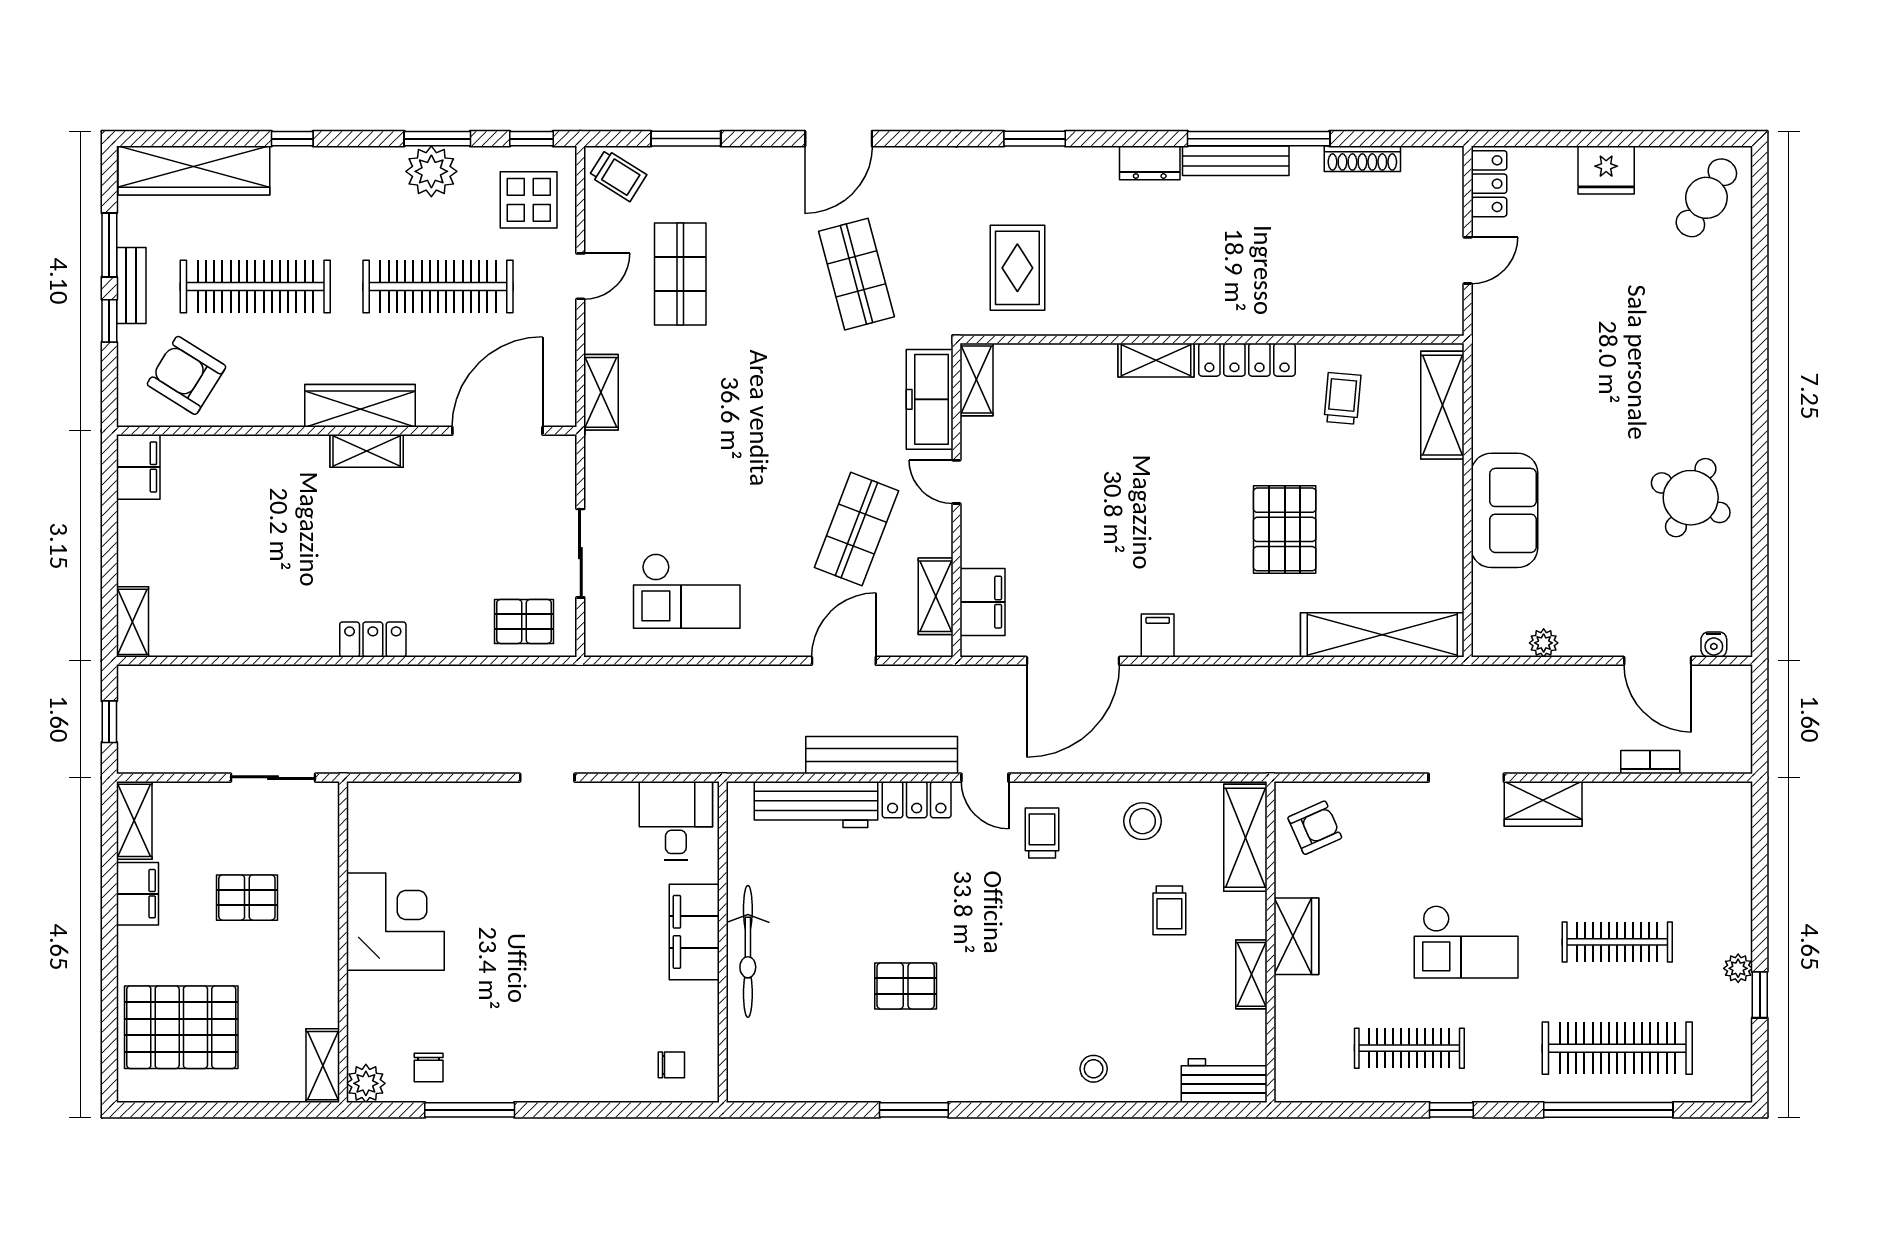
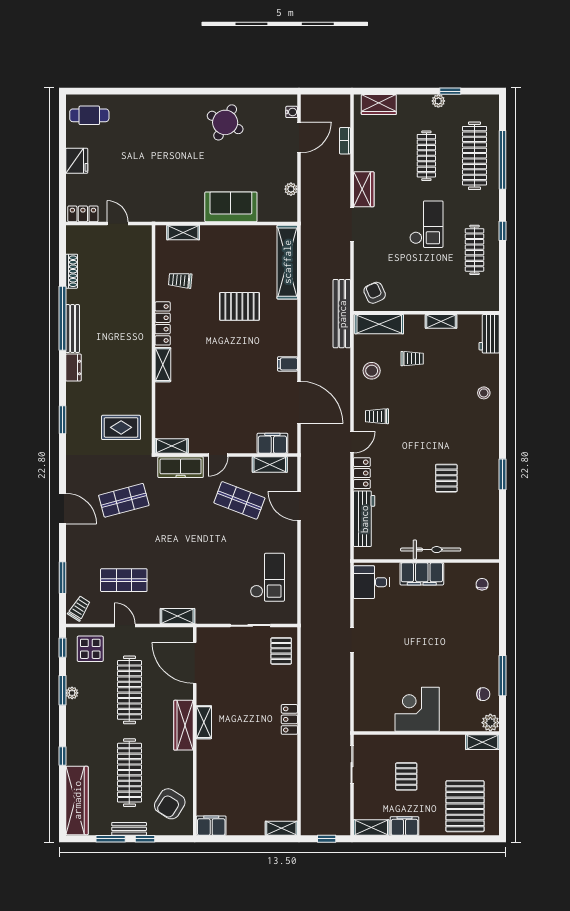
plant: (431, 171) -> (72, 693), width x0.53, depth x0.53
cafe table: (1706, 198) -> (89, 115), turned -32
shelving: (1442, 405) -> (183, 232), width x0.67, depth x0.75
bench: (882, 755) -> (342, 314), moved
wardrobe: (1296, 936) -> (379, 105), moved, turned 180

